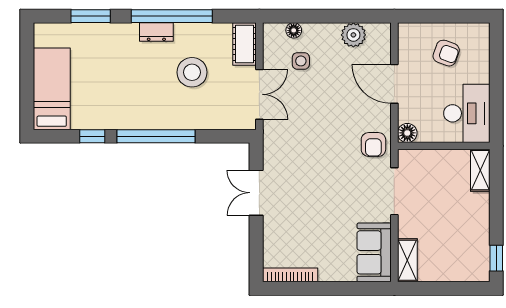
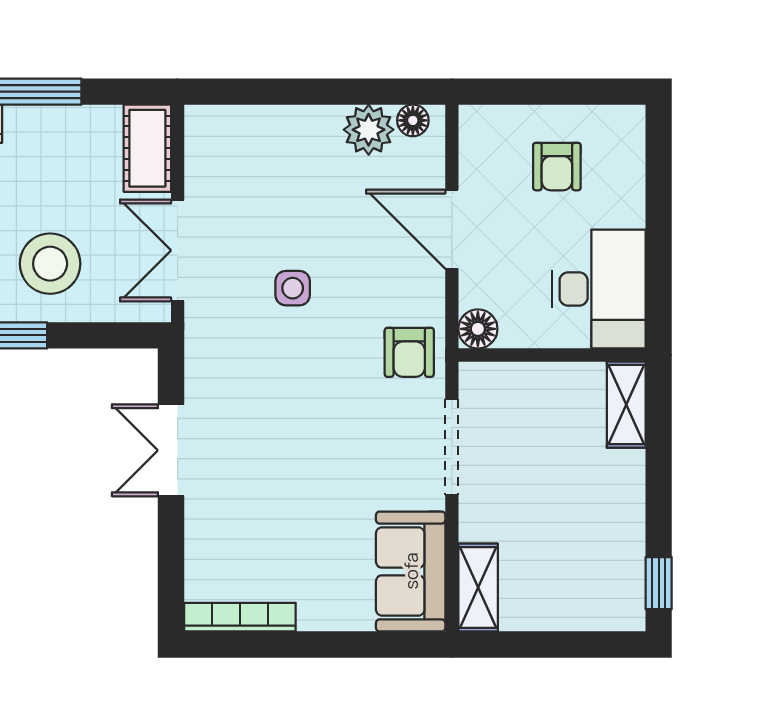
floor lamp: (294, 30) -> (413, 120), moved
armchair: (446, 53) -> (557, 167), turned 70
side table: (301, 61) -> (293, 288), moved
stool: (192, 72) -> (50, 264), moved
double door: (259, 94) -> (178, 250), swing flipped

